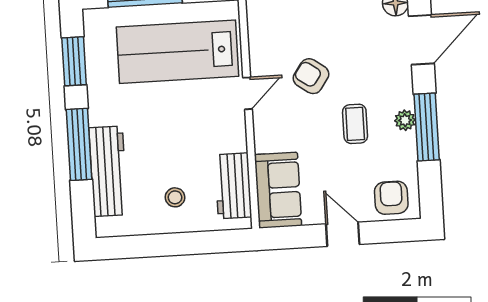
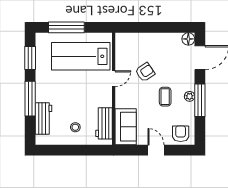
armchair: (311, 76) -> (145, 72), turned 111
workbench: (108, 171) -> (44, 118), width x0.73

